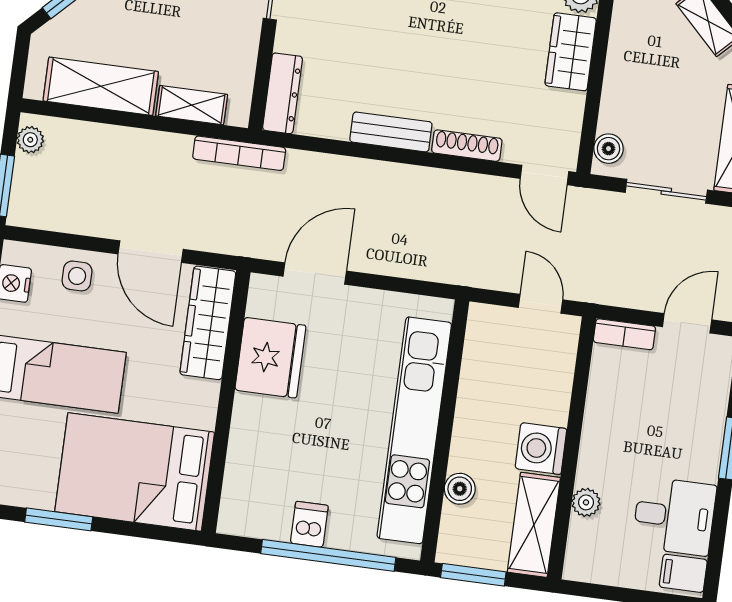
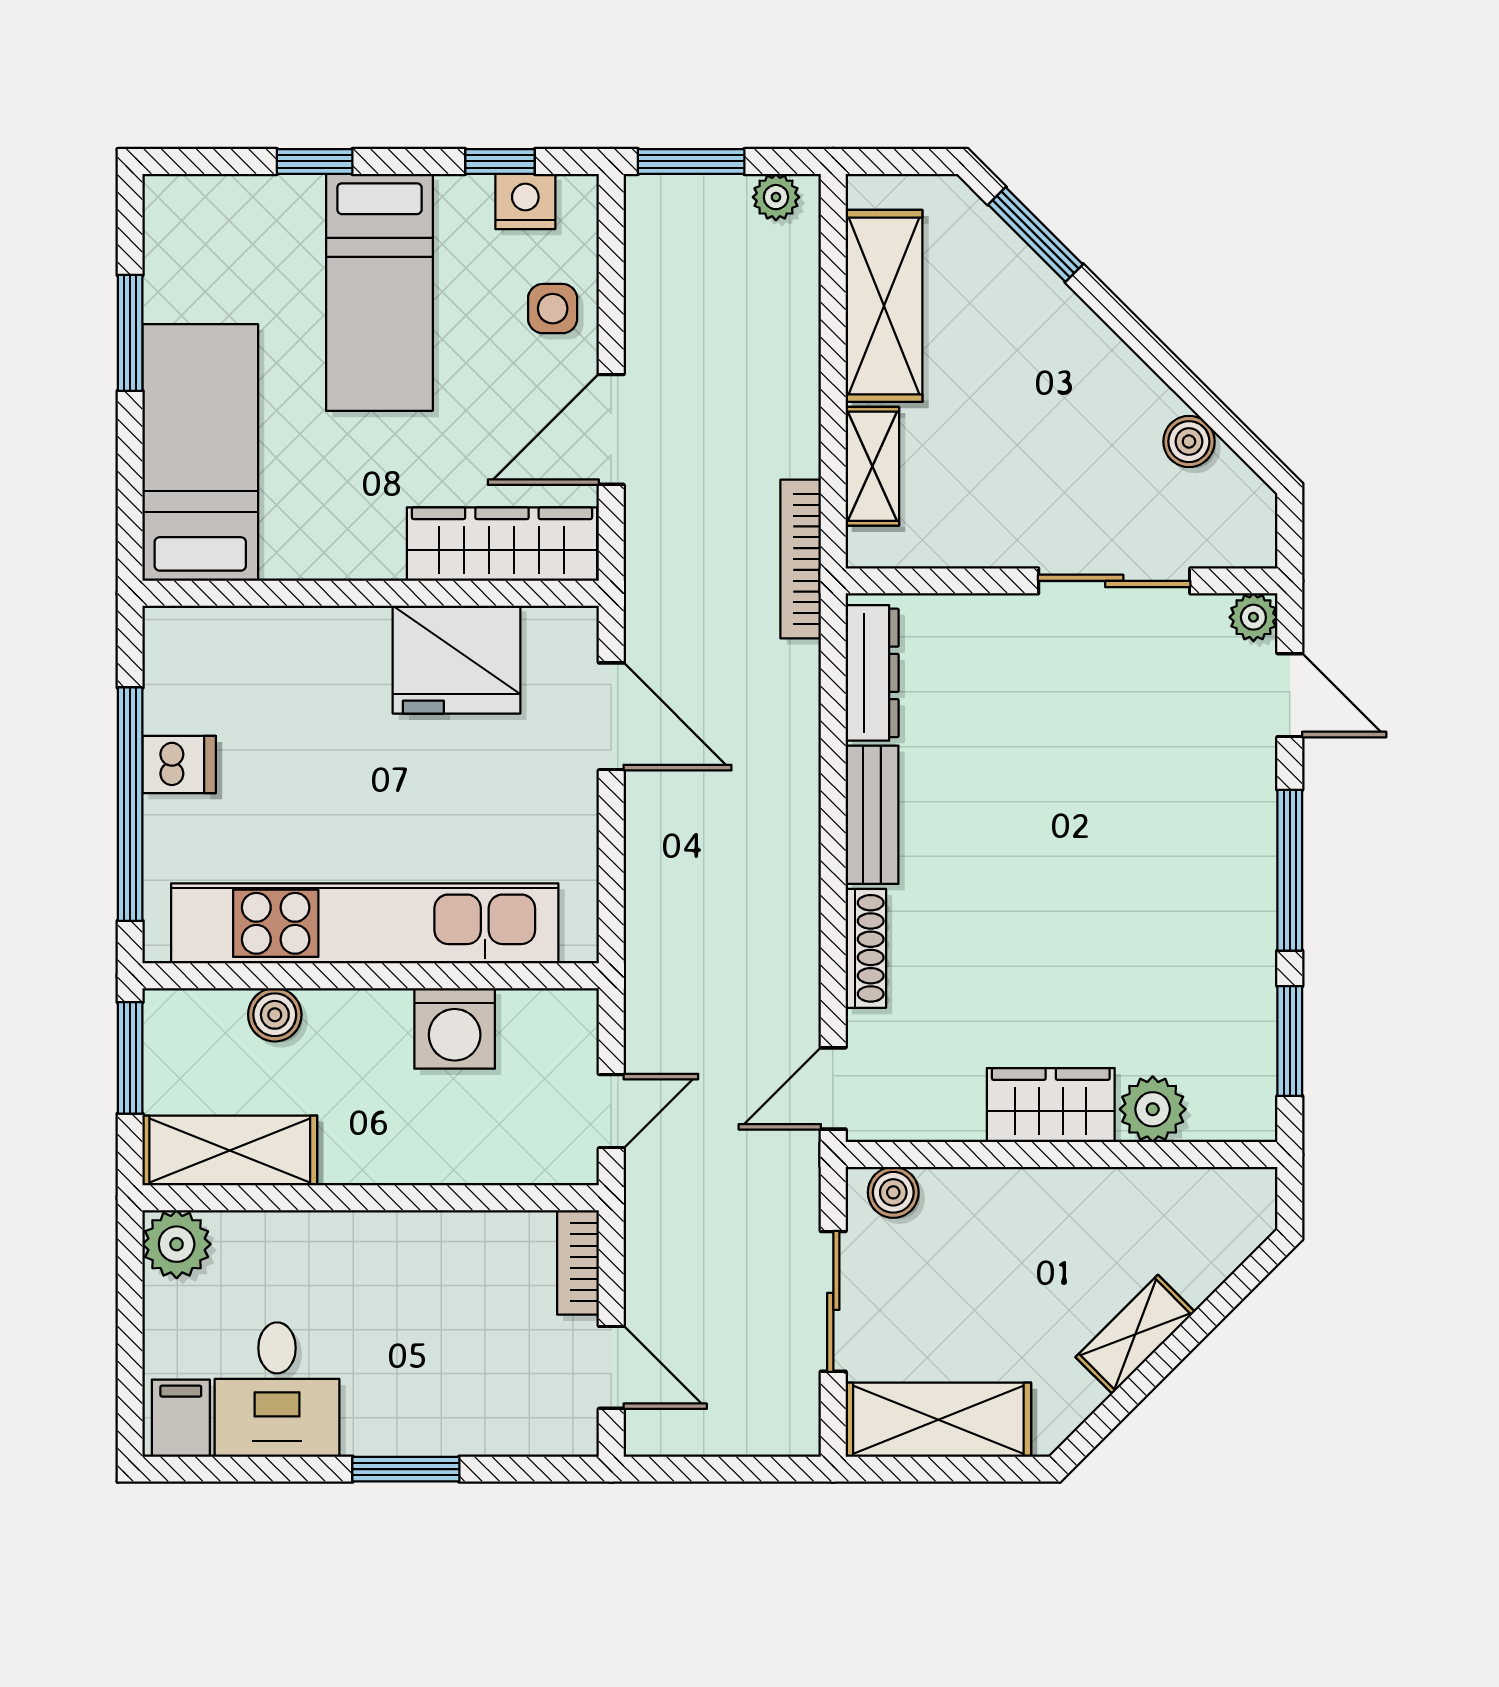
dresser: (283, 93) -> (872, 673), moved, turned -90
washing machine: (541, 449) -> (455, 1028), moved, turned 180
bed: (135, 472) -> (200, 452), width x0.67
plant: (586, 502) -> (177, 1244), moved, width x1.38, depth x1.38

